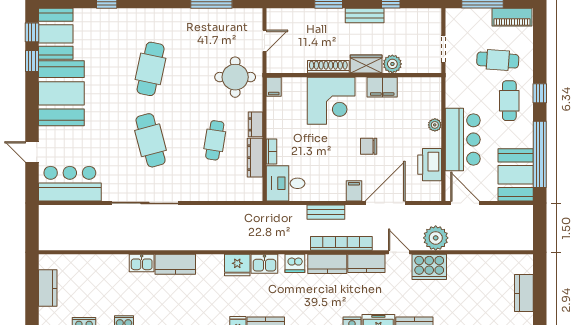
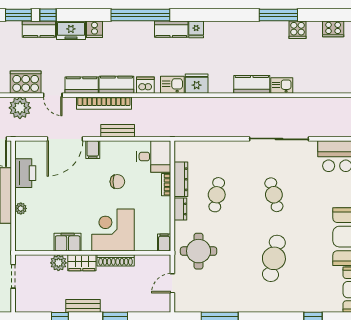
cafe table: (151, 140) -> (274, 195), width x0.73, depth x0.74
chair: (369, 146) -> (117, 182), moved

